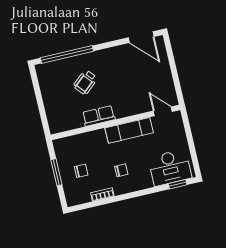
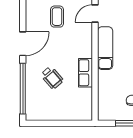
door: (141, 37) -> (23, 44), moved
coffee table: (150, 73) -> (57, 17), added

